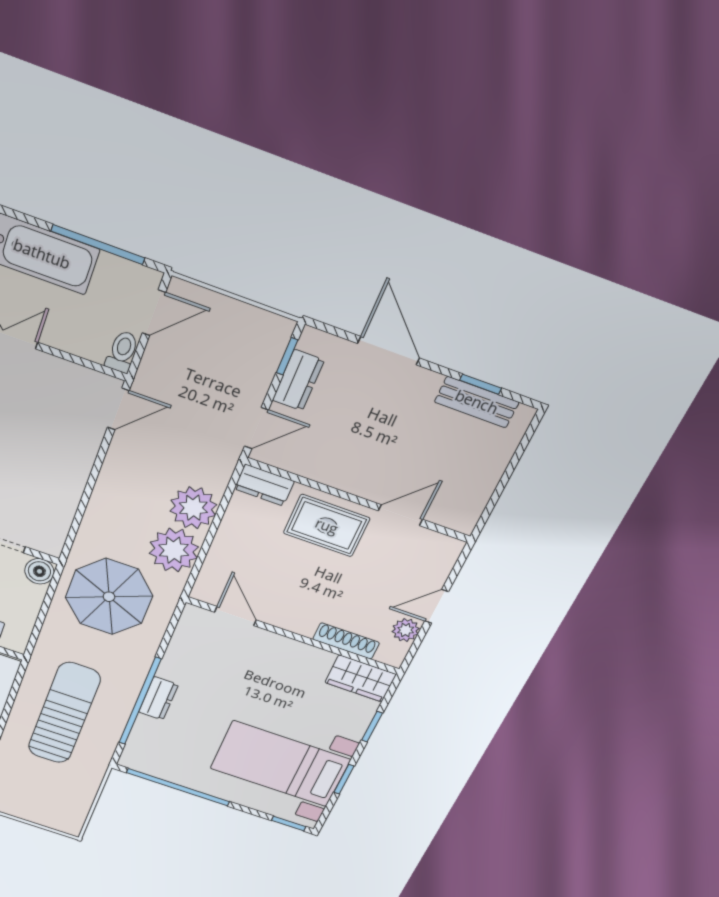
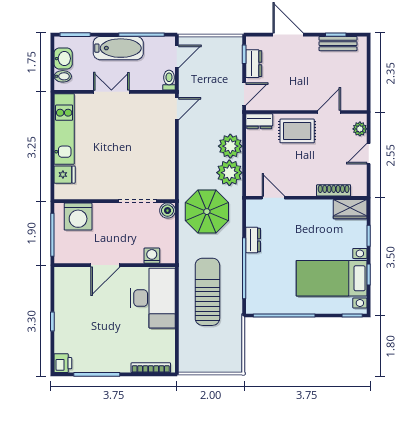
plant: (406, 630) -> (360, 129), moved
dresser: (158, 698) -> (253, 240), moved

